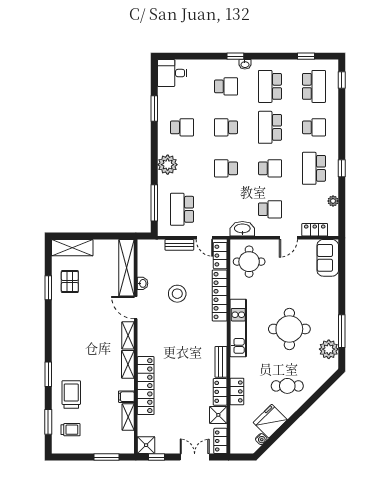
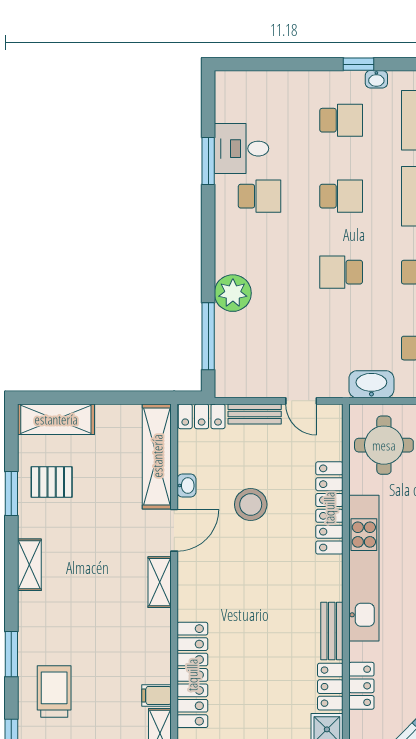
desk: (172, 73) -> (241, 149), moved
school desk: (226, 127) -> (341, 196), turned 180
plant: (168, 165) -> (233, 293), moved
school desk: (182, 209) -> (260, 348), removed
locker: (220, 256) -> (202, 416), moved, turned -90
pallet: (70, 282) -> (52, 482), turned 90
door: (136, 308) -> (174, 530), swing flipped
kitchen unit: (238, 328) -> (364, 568), width x1.36
shelving: (128, 364) -> (29, 565), moved

